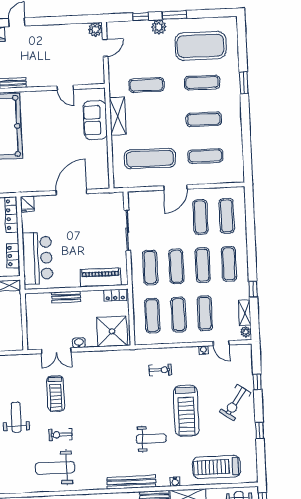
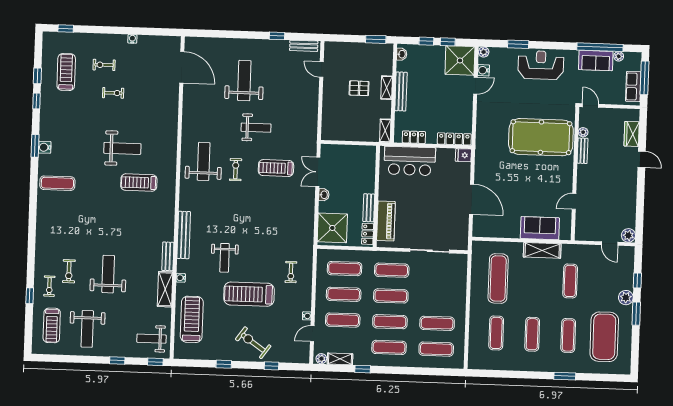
door: (175, 187) -> (468, 301), removed
bench: (66, 297) -> (369, 208), moved

